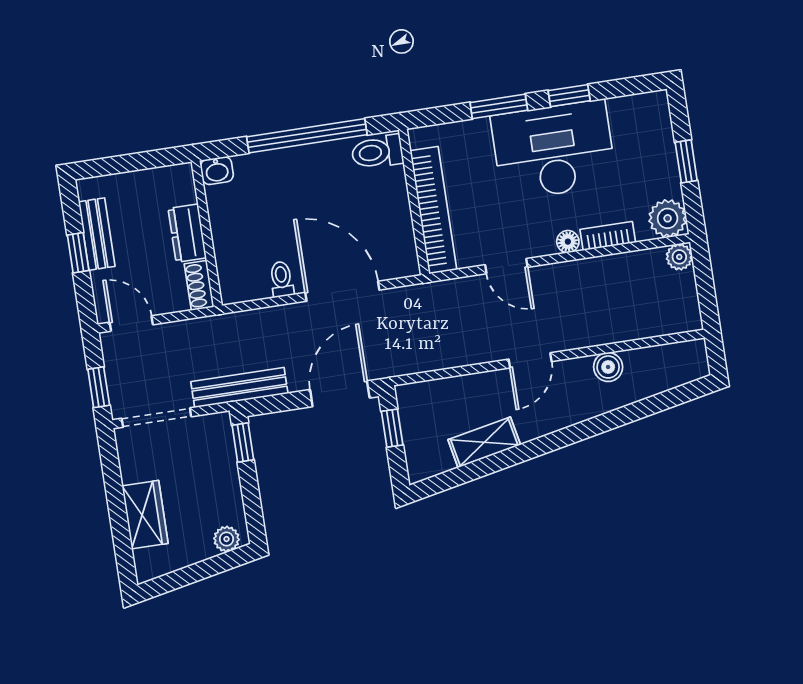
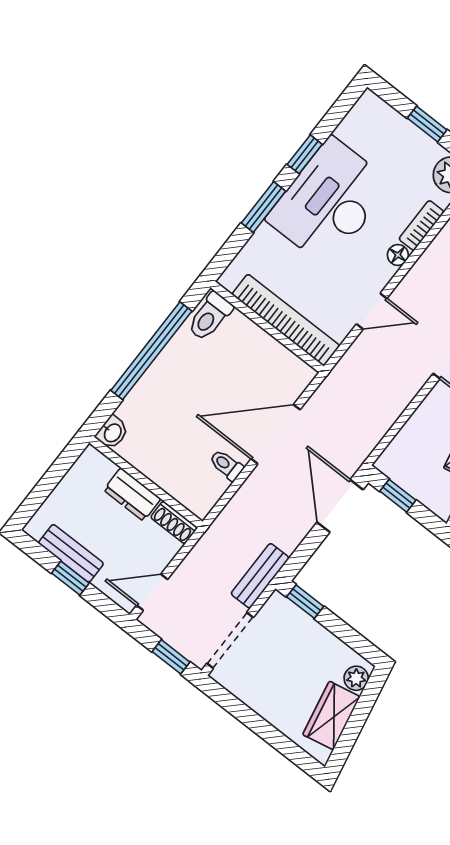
bench: (239, 388) -> (260, 576), width x0.73
wardrobe: (145, 515) -> (331, 716), moved, turned -101

